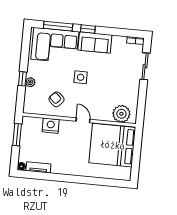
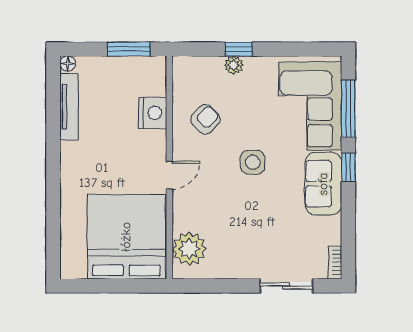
tv unit: (38, 167) -> (69, 107), width x1.41

